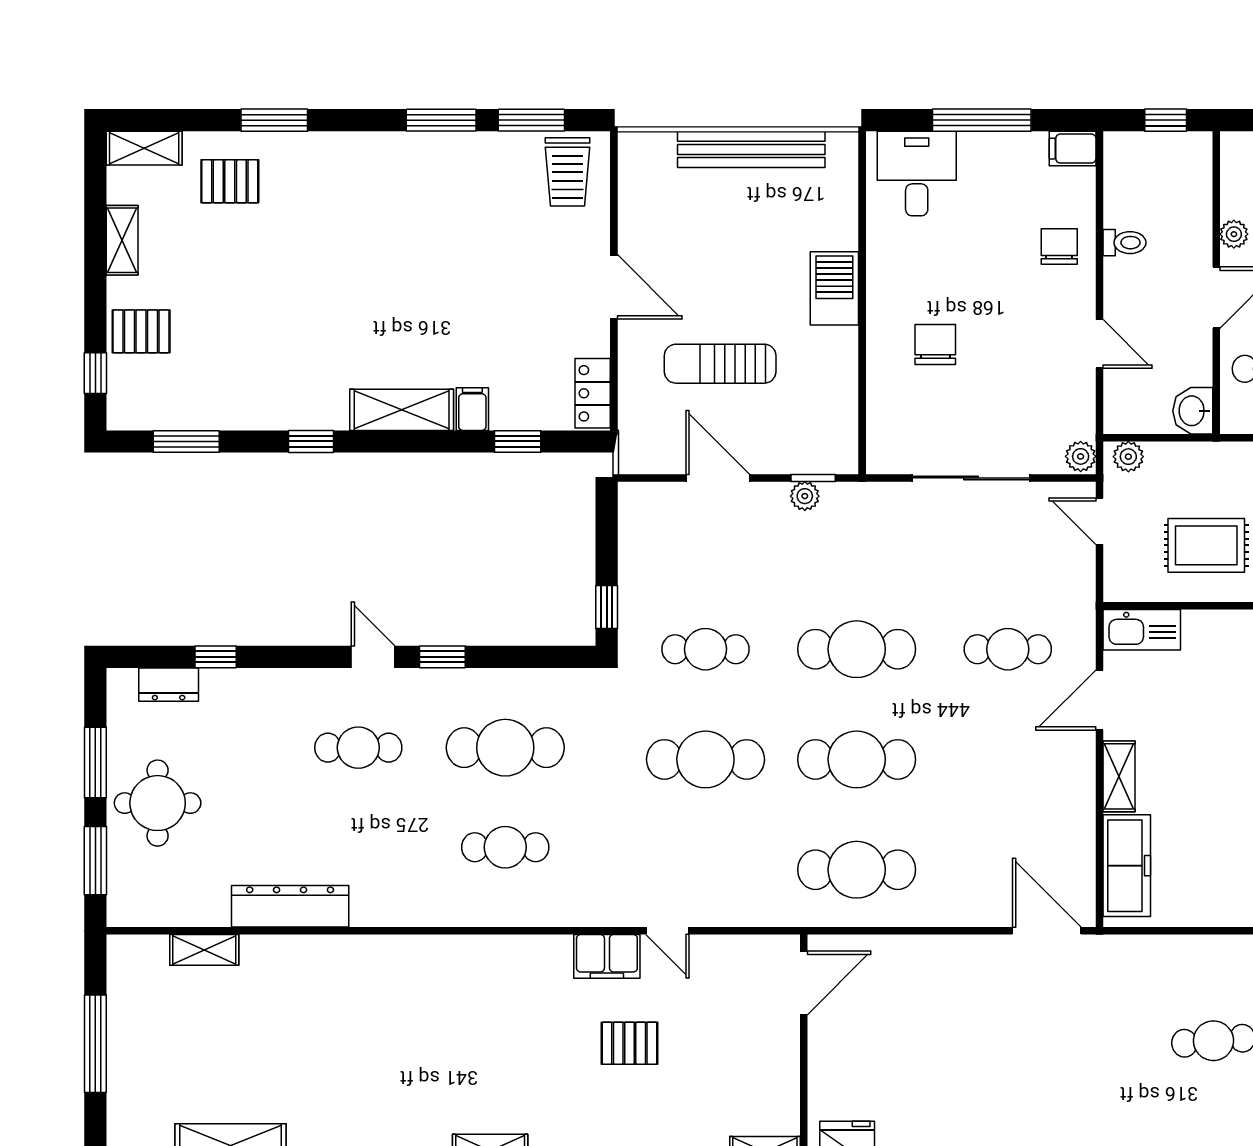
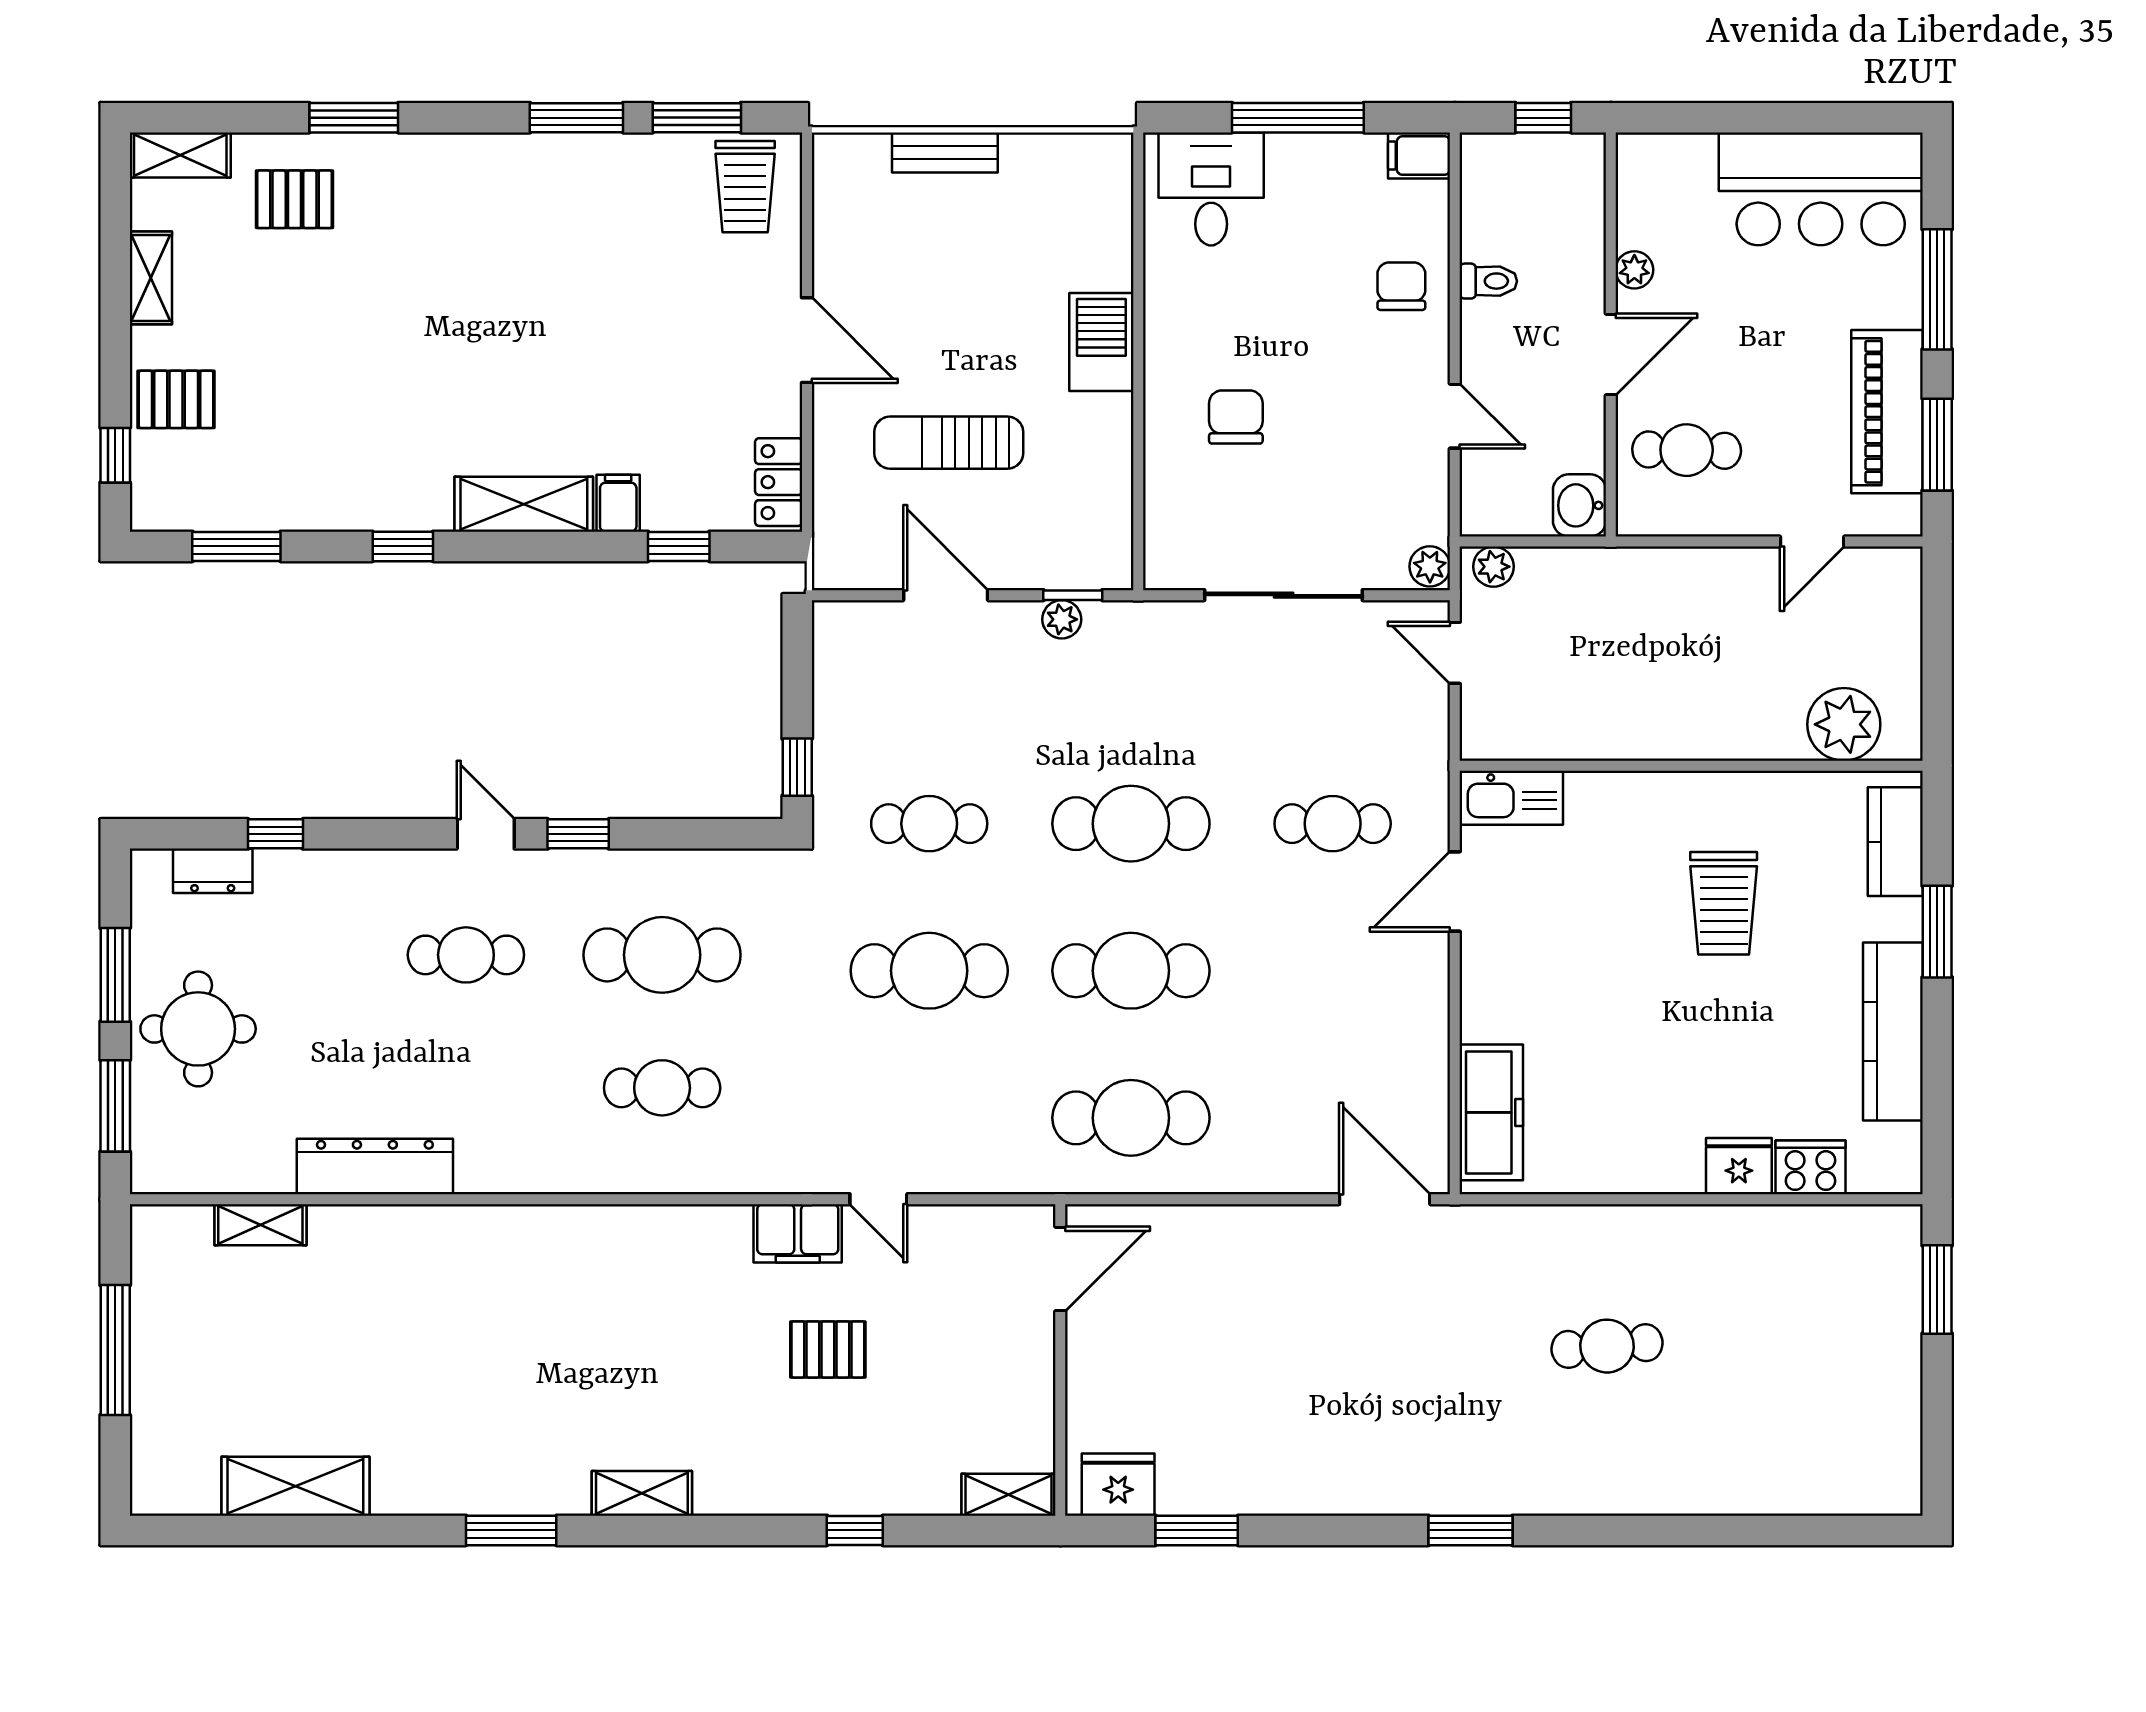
bench: (751, 149) -> (945, 152), width x0.54, depth x0.82
rug: (1206, 545) -> (1597, 685), removed
shelving: (1119, 776) -> (1481, 993), removed

